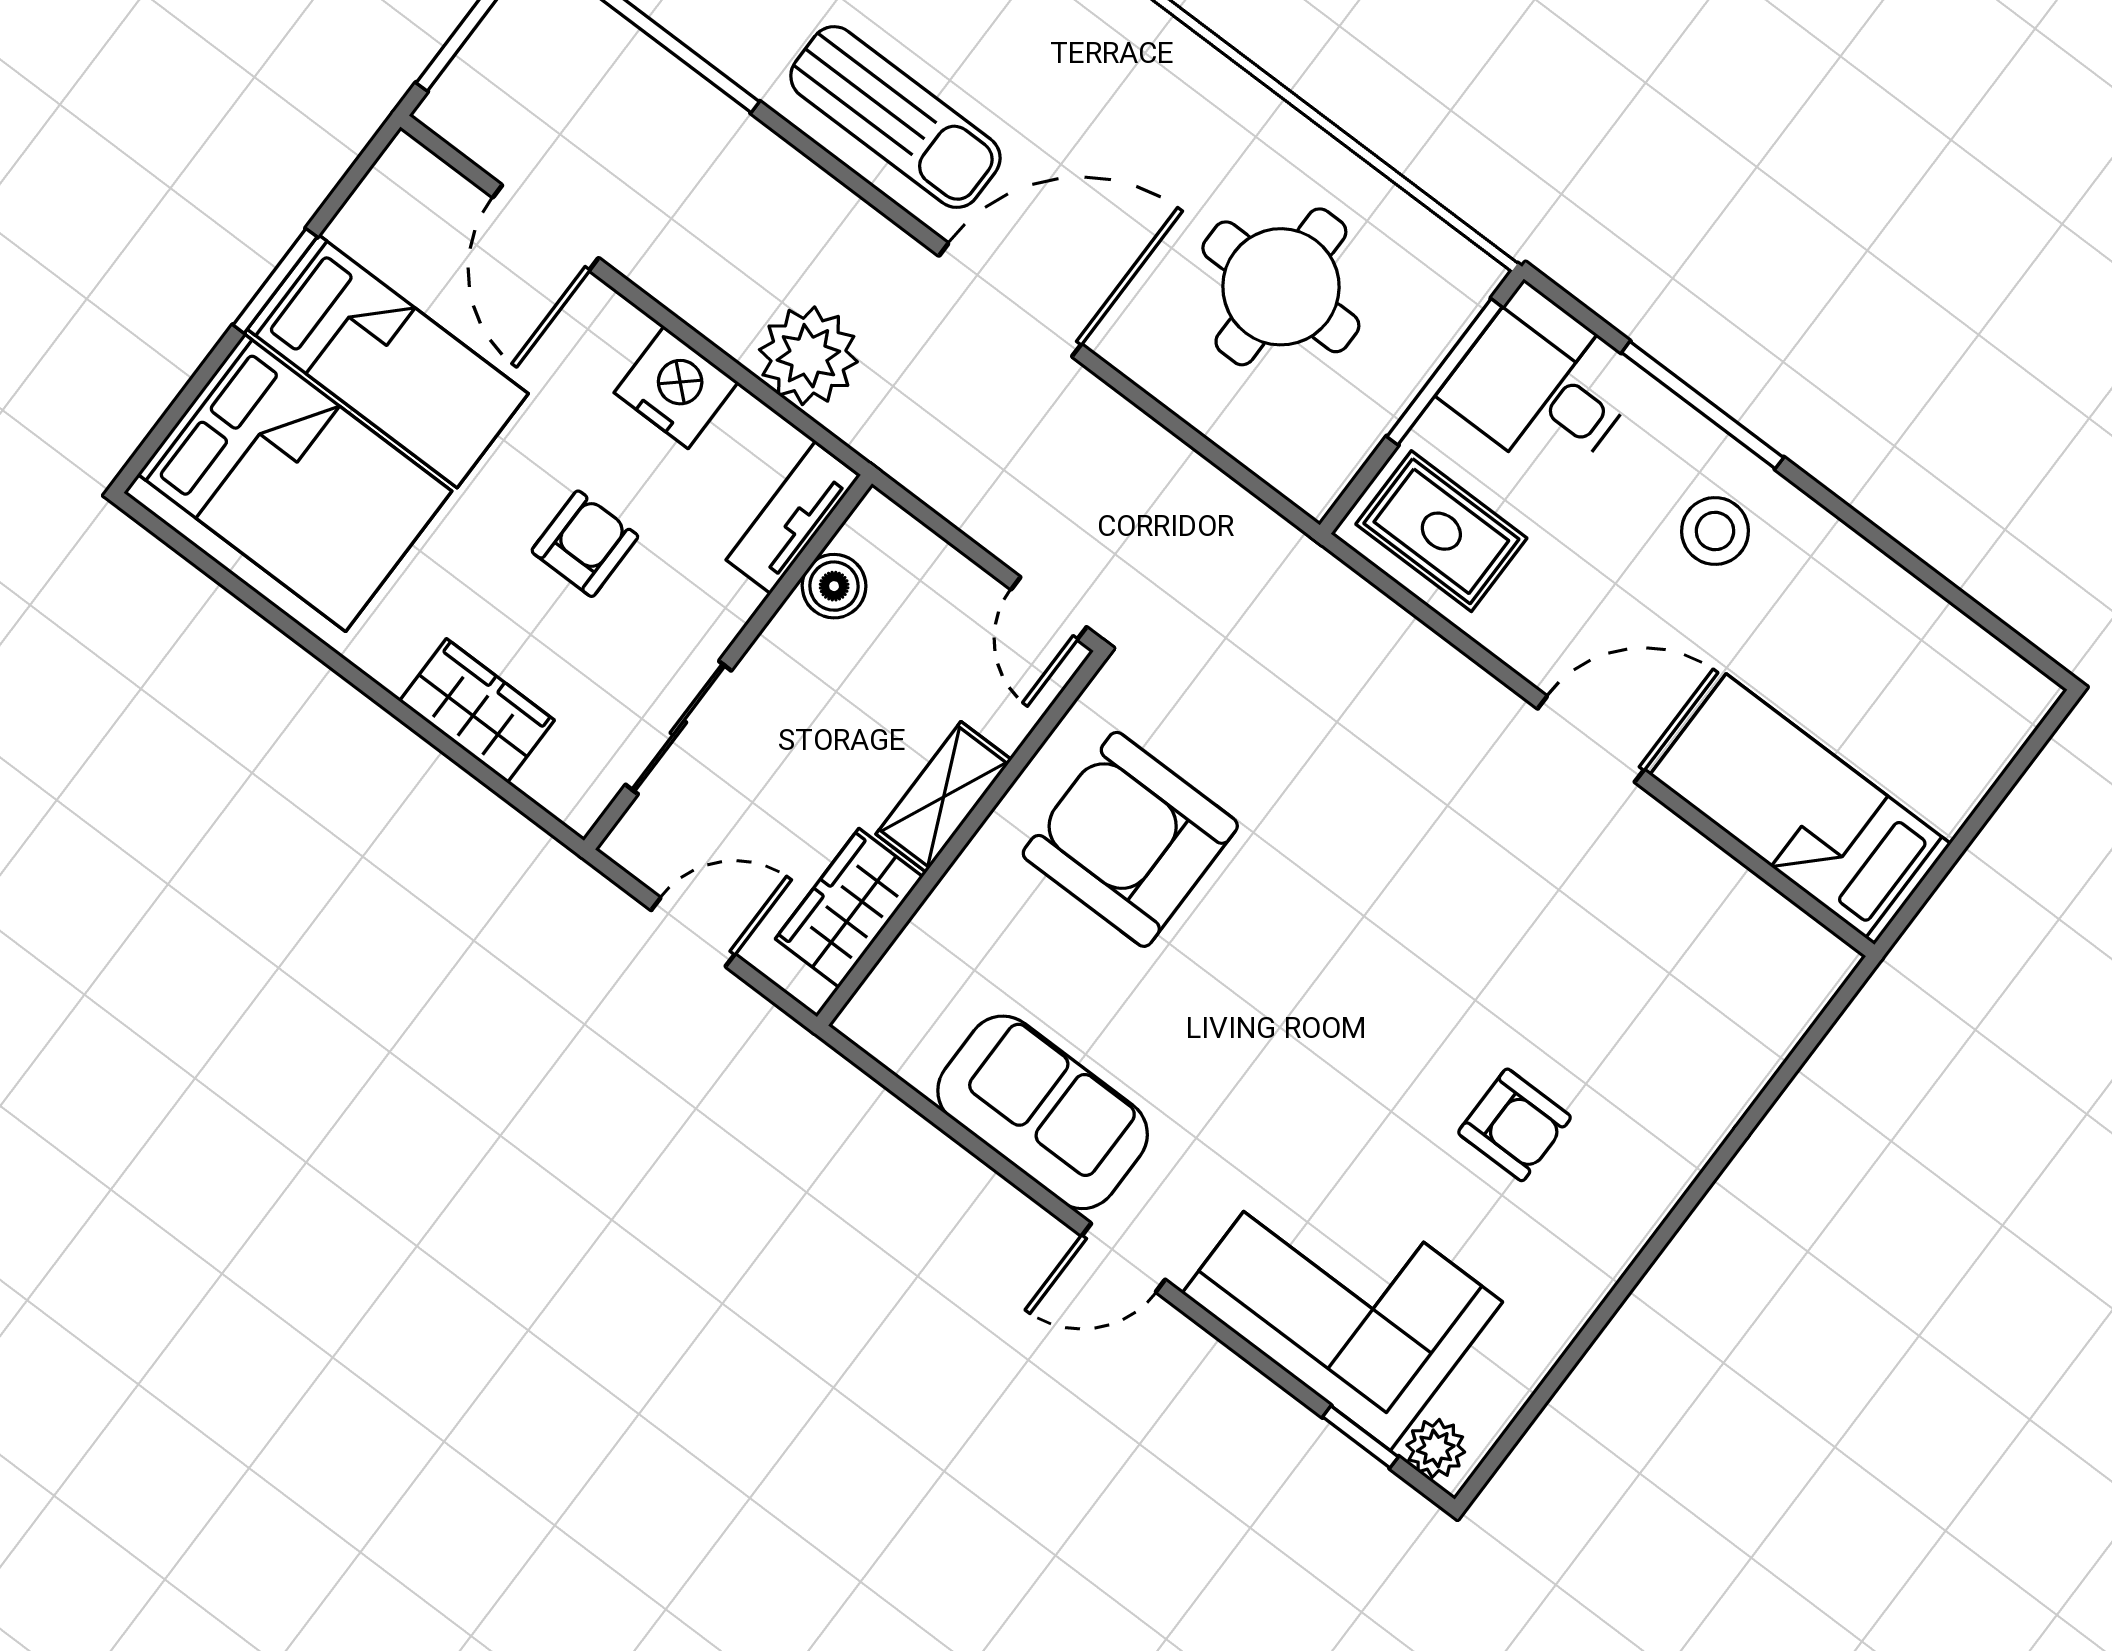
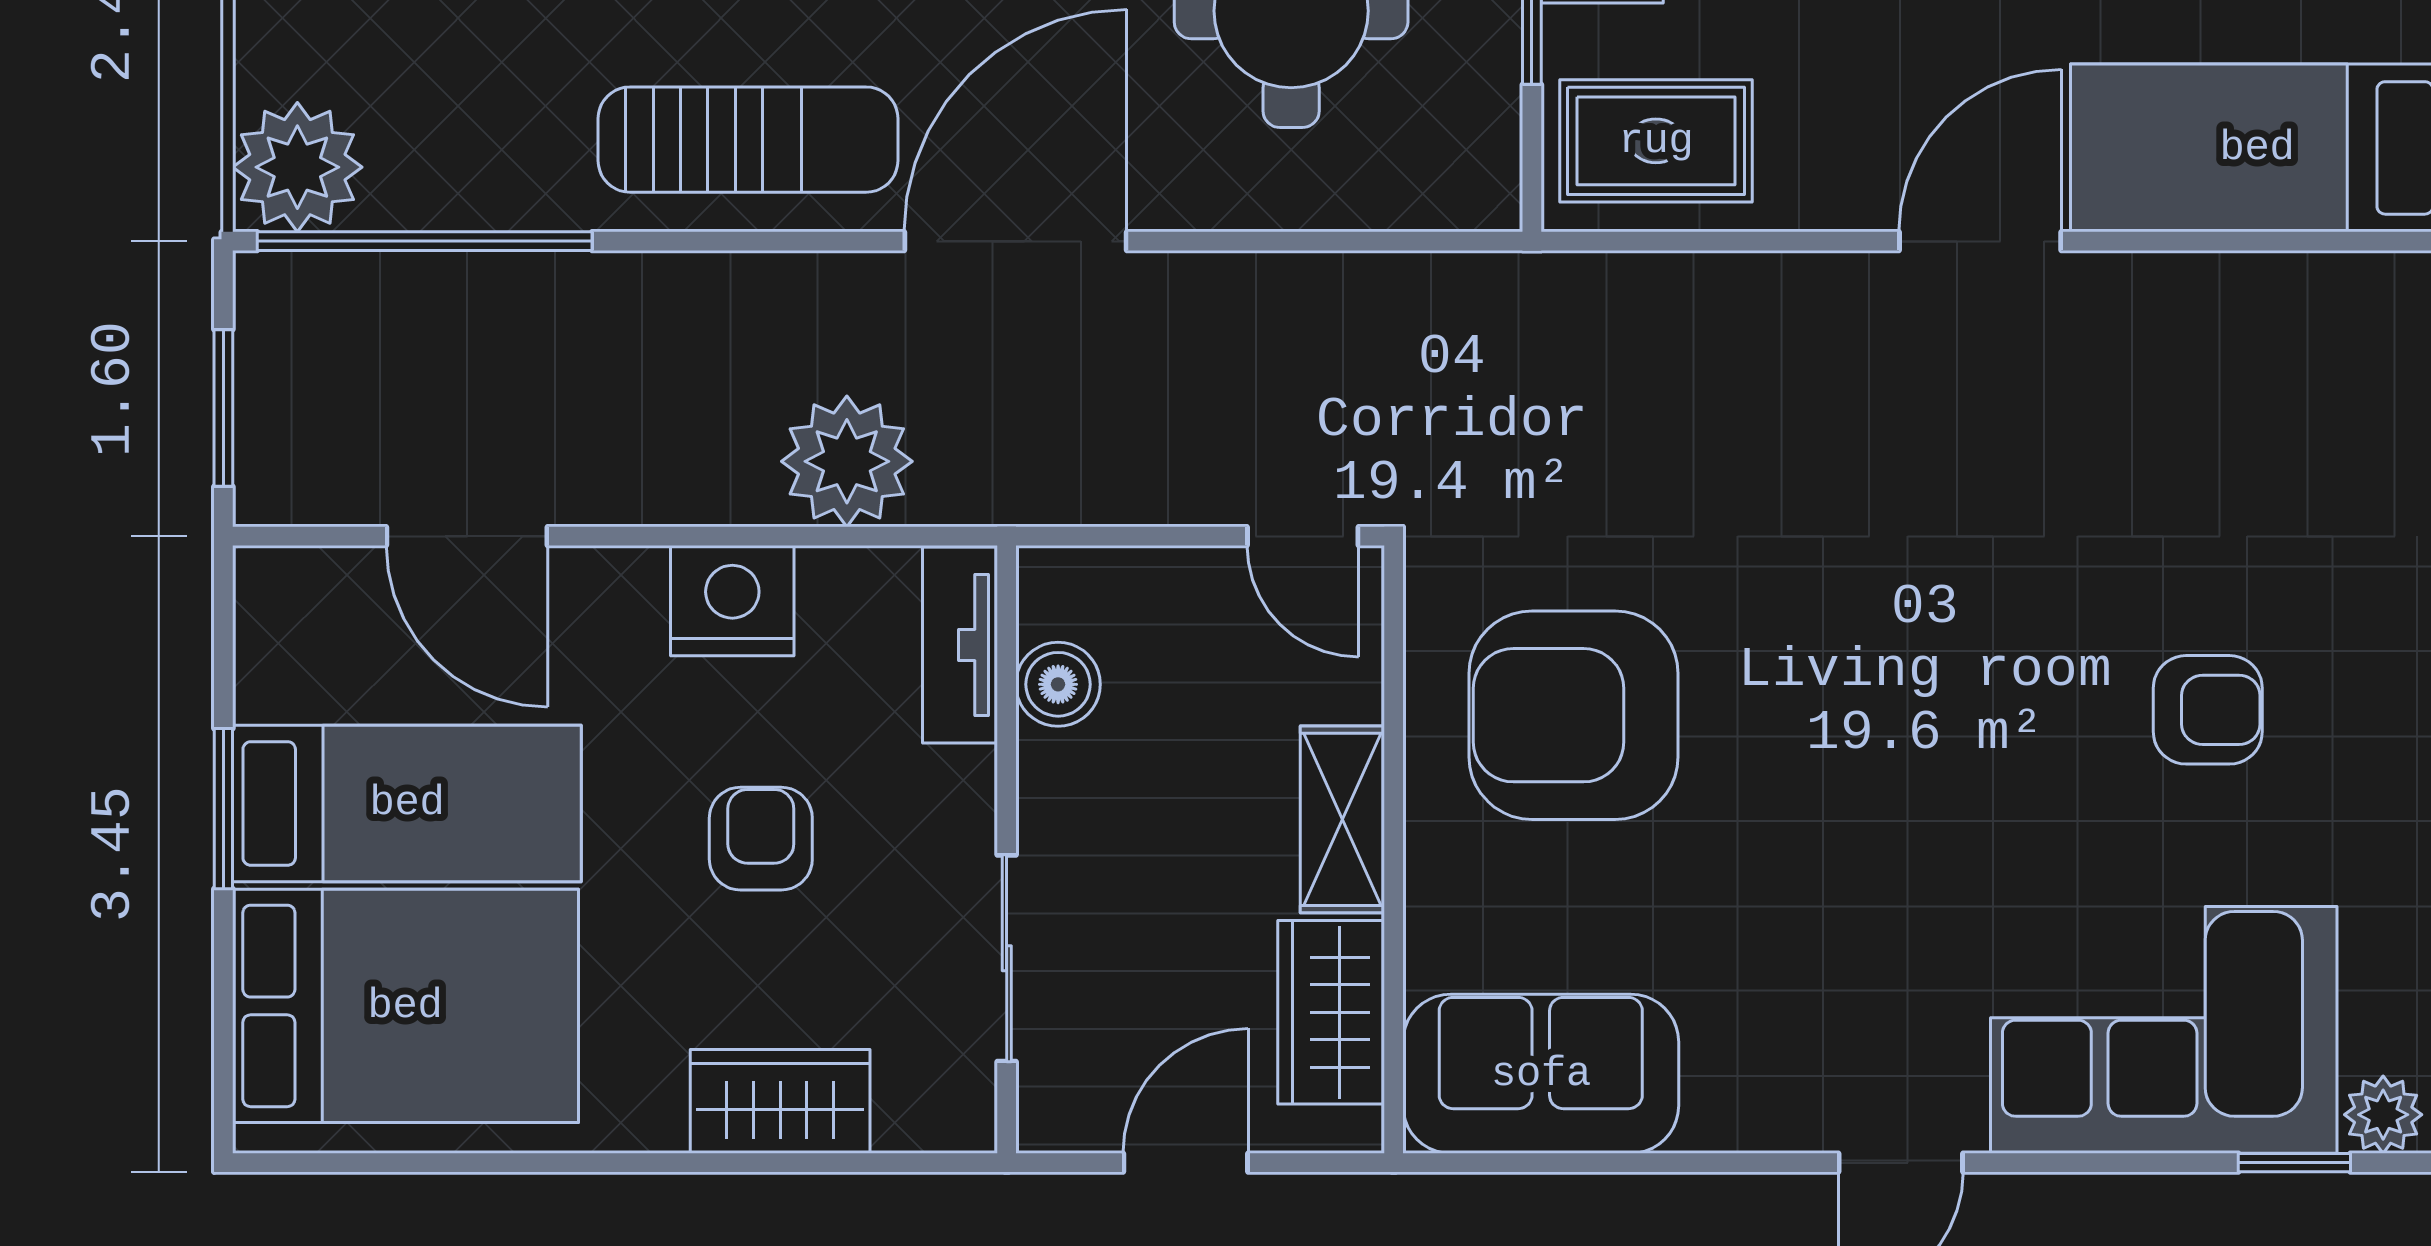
sofa: (1043, 1112) -> (1541, 1074), moved

